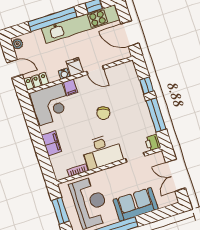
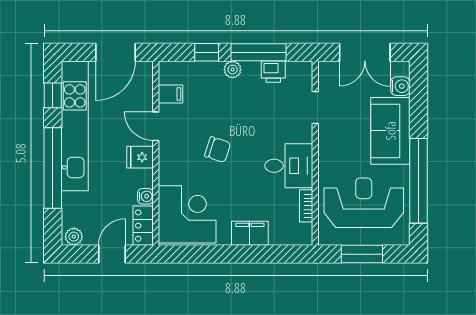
door: (95, 70) -> (156, 126), swing flipped
water cooler: (64, 74) -> (145, 196), moved
filing cabinet: (70, 87) -> (170, 94), moved
plant: (142, 103) -> (233, 70), added
chair: (103, 113) -> (218, 150), moved
printer: (153, 143) -> (273, 72), moved
desk: (102, 152) -> (289, 166), width x0.73
water cooler: (163, 202) -> (400, 86), added

